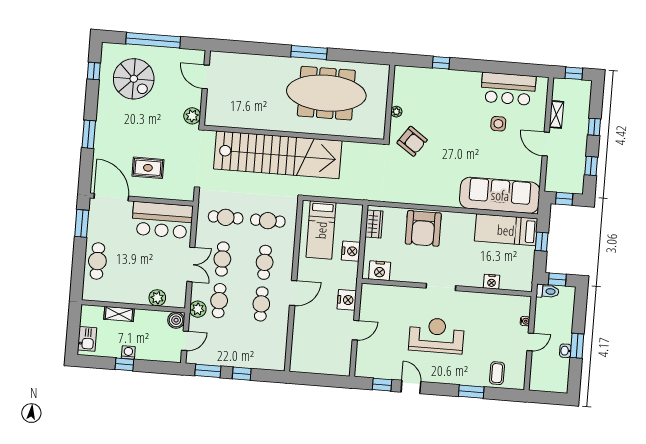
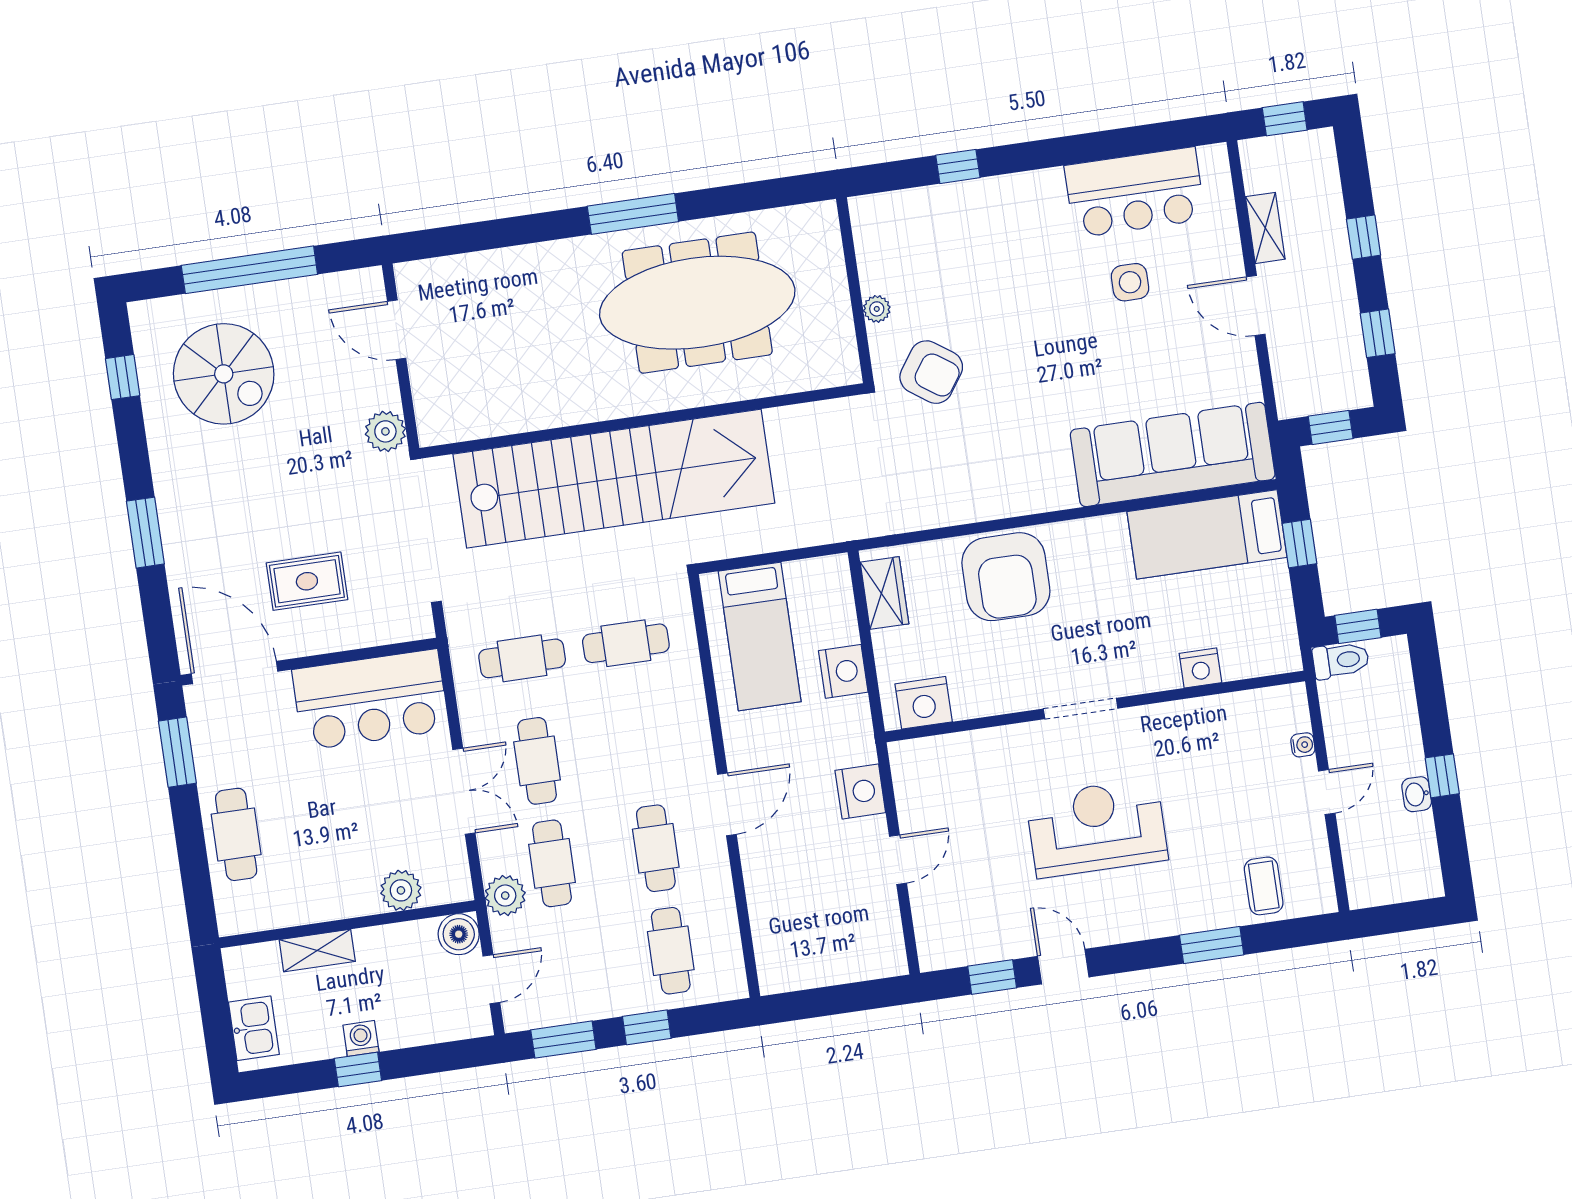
cafe table: (265, 262) -> (671, 951), moved
window: (577, 346) -> (1442, 776), width x0.67

